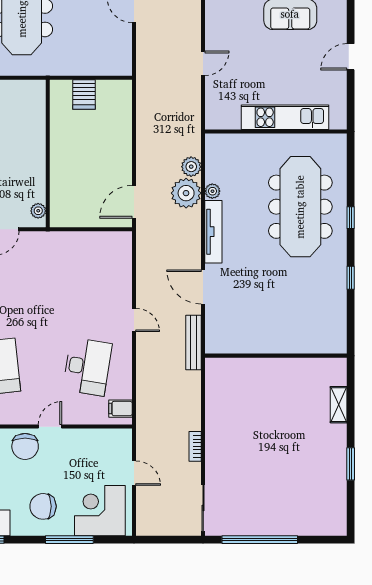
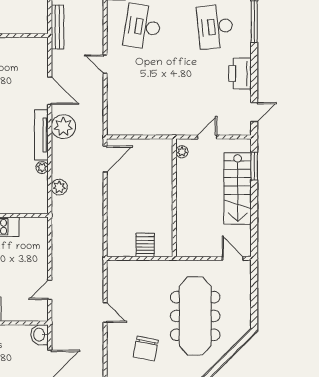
door: (203, 63) -> (50, 290), moved
plant: (186, 193) -> (63, 127), moved
bench: (193, 342) -> (57, 27), moved

